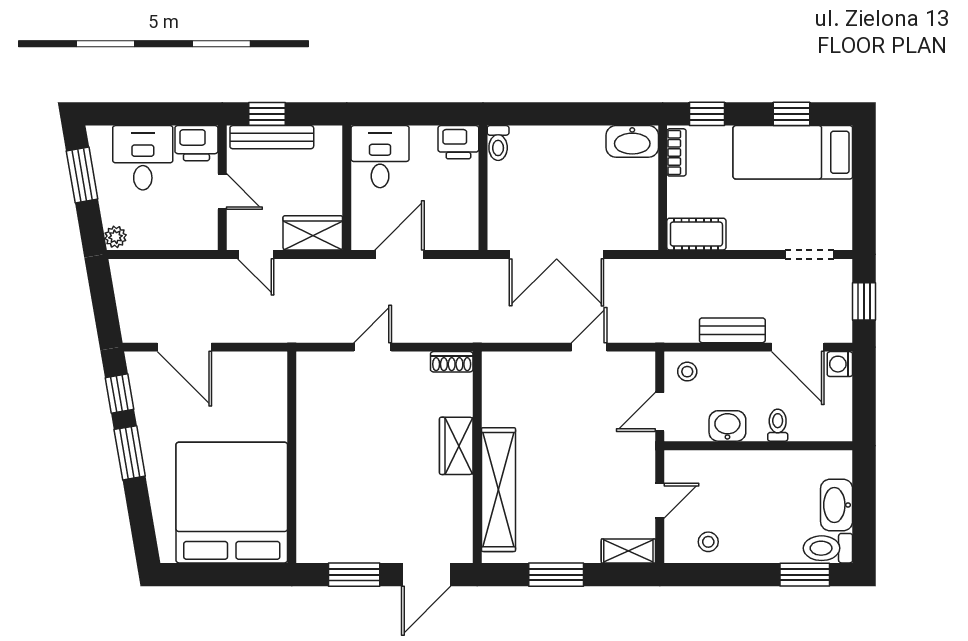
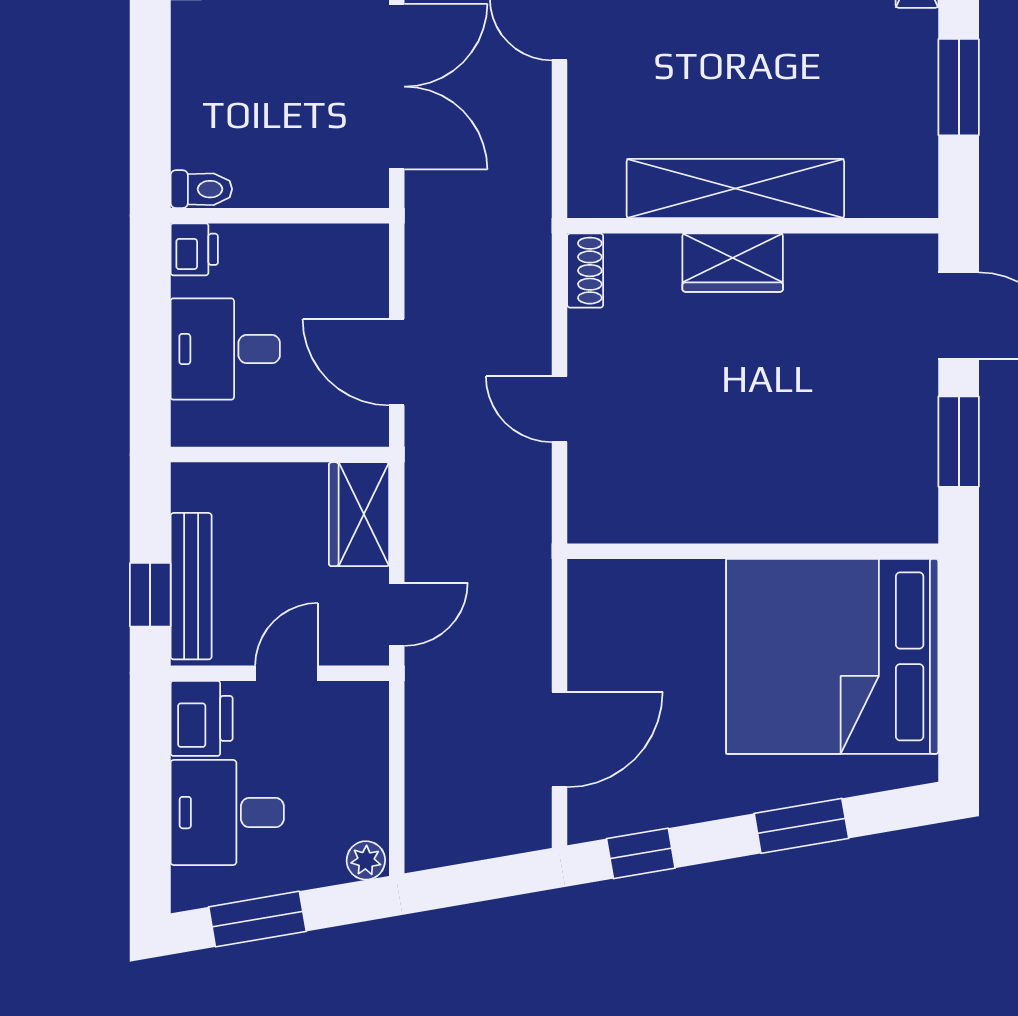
printer: (458, 142) -> (194, 249), width x0.73, depth x0.81
desk: (380, 157) -> (225, 349), moved
window: (130, 453) -> (801, 826), moved
shelving: (498, 490) -> (735, 189), moved

